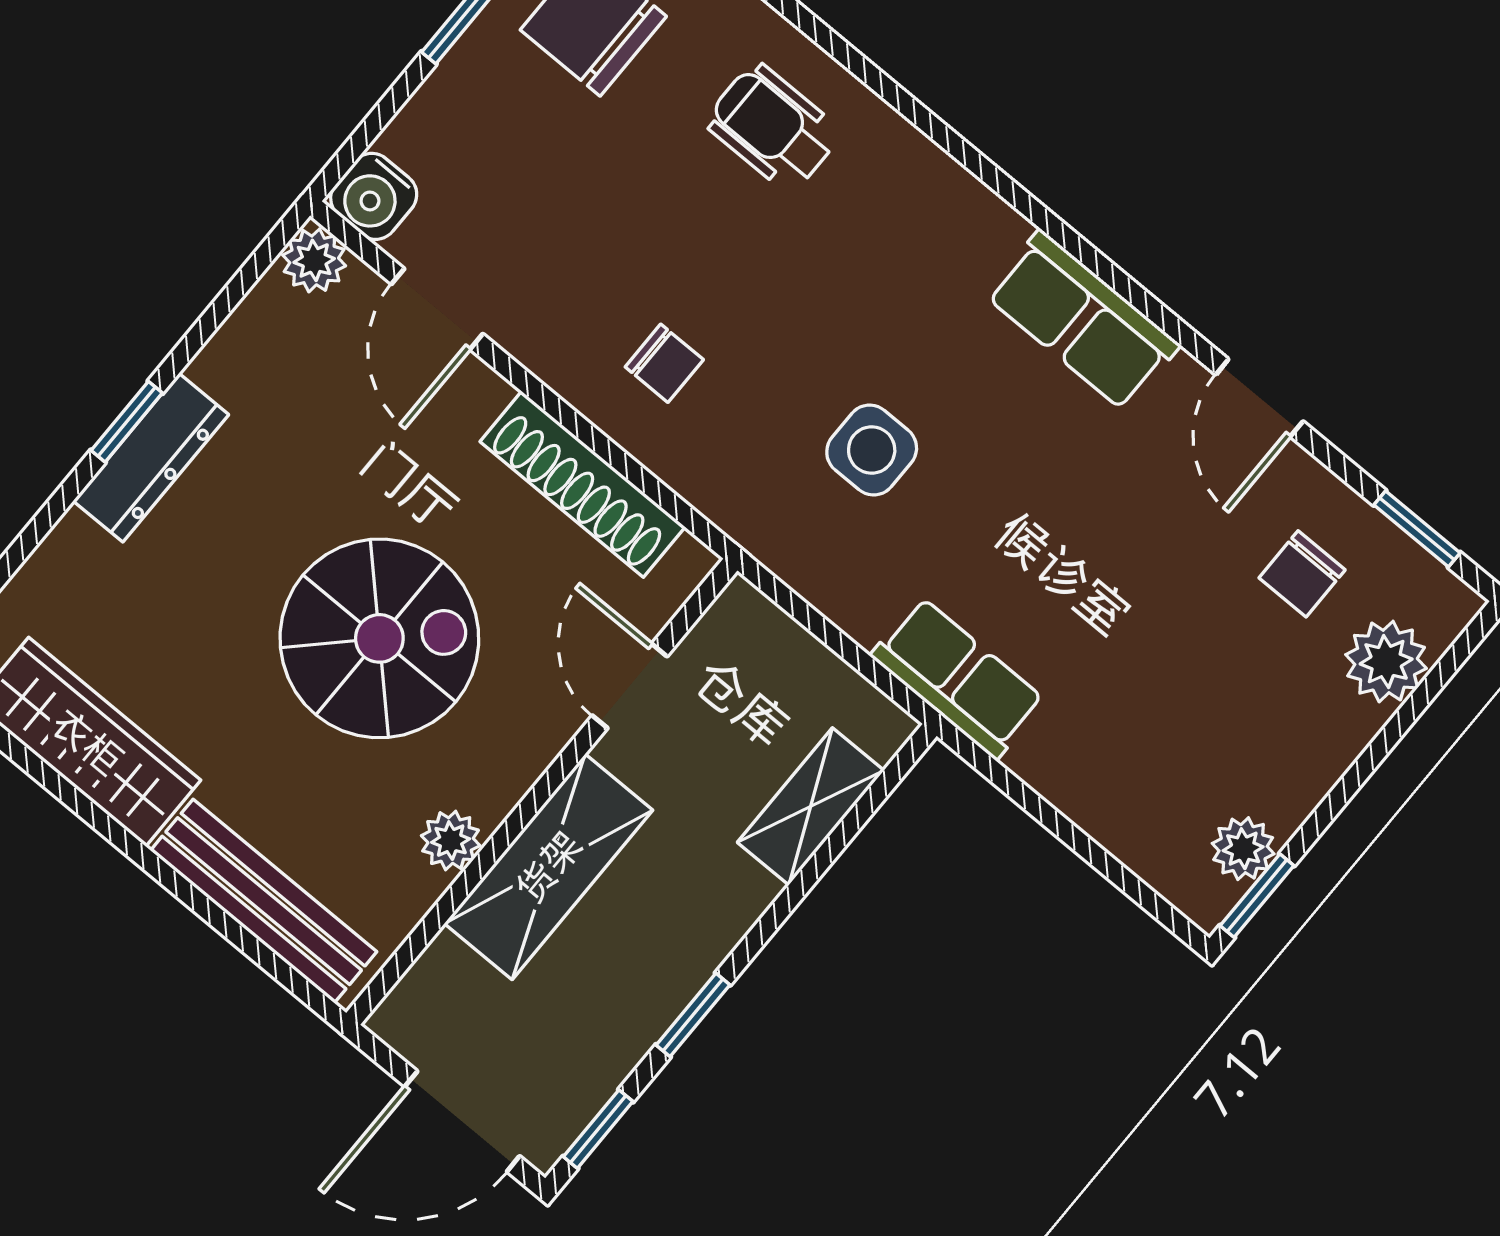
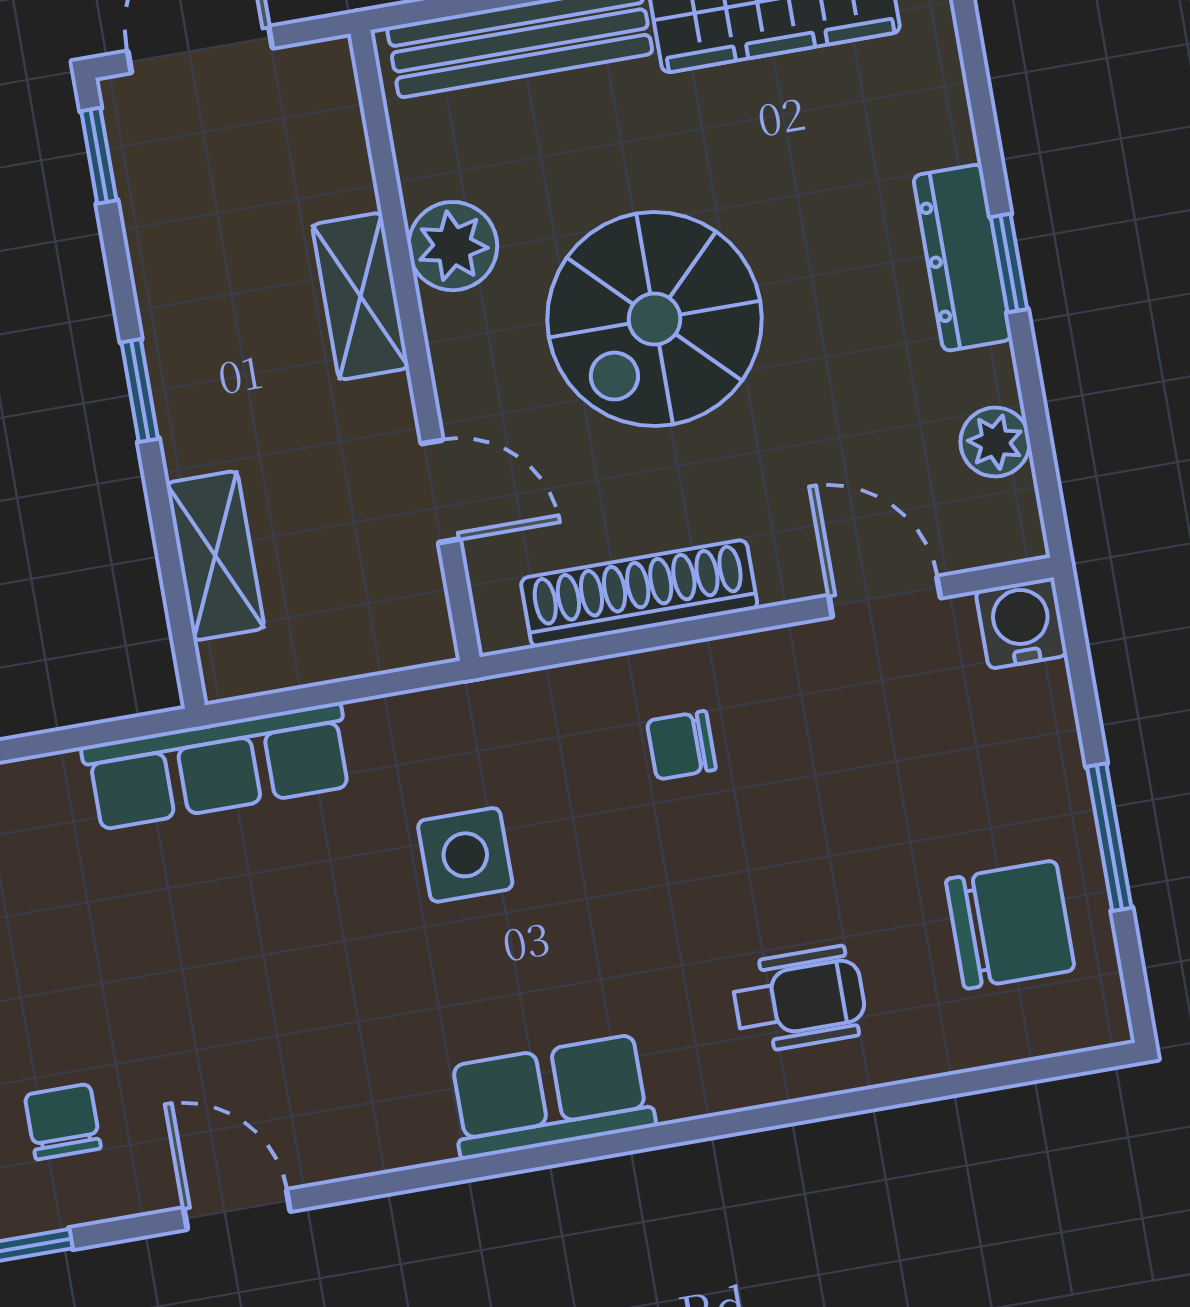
plant: (314, 260) -> (995, 442), moved
row of seats: (1083, 320) -> (551, 1097), moved
row of seats: (958, 678) -> (218, 766), width x1.48
plant: (451, 841) -> (453, 246), width x1.38, depth x1.38
shelving: (549, 867) -> (360, 296), width x0.67, depth x0.75
window: (693, 1015) -> (140, 391), moved

